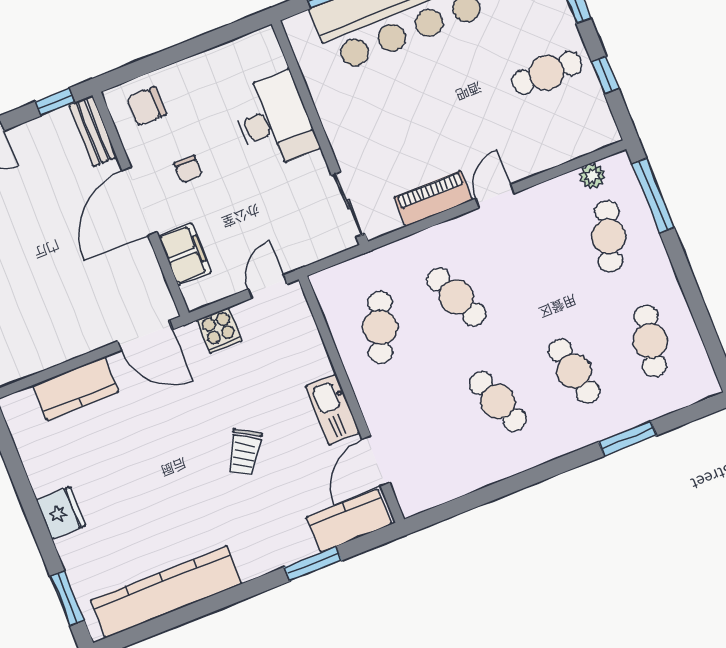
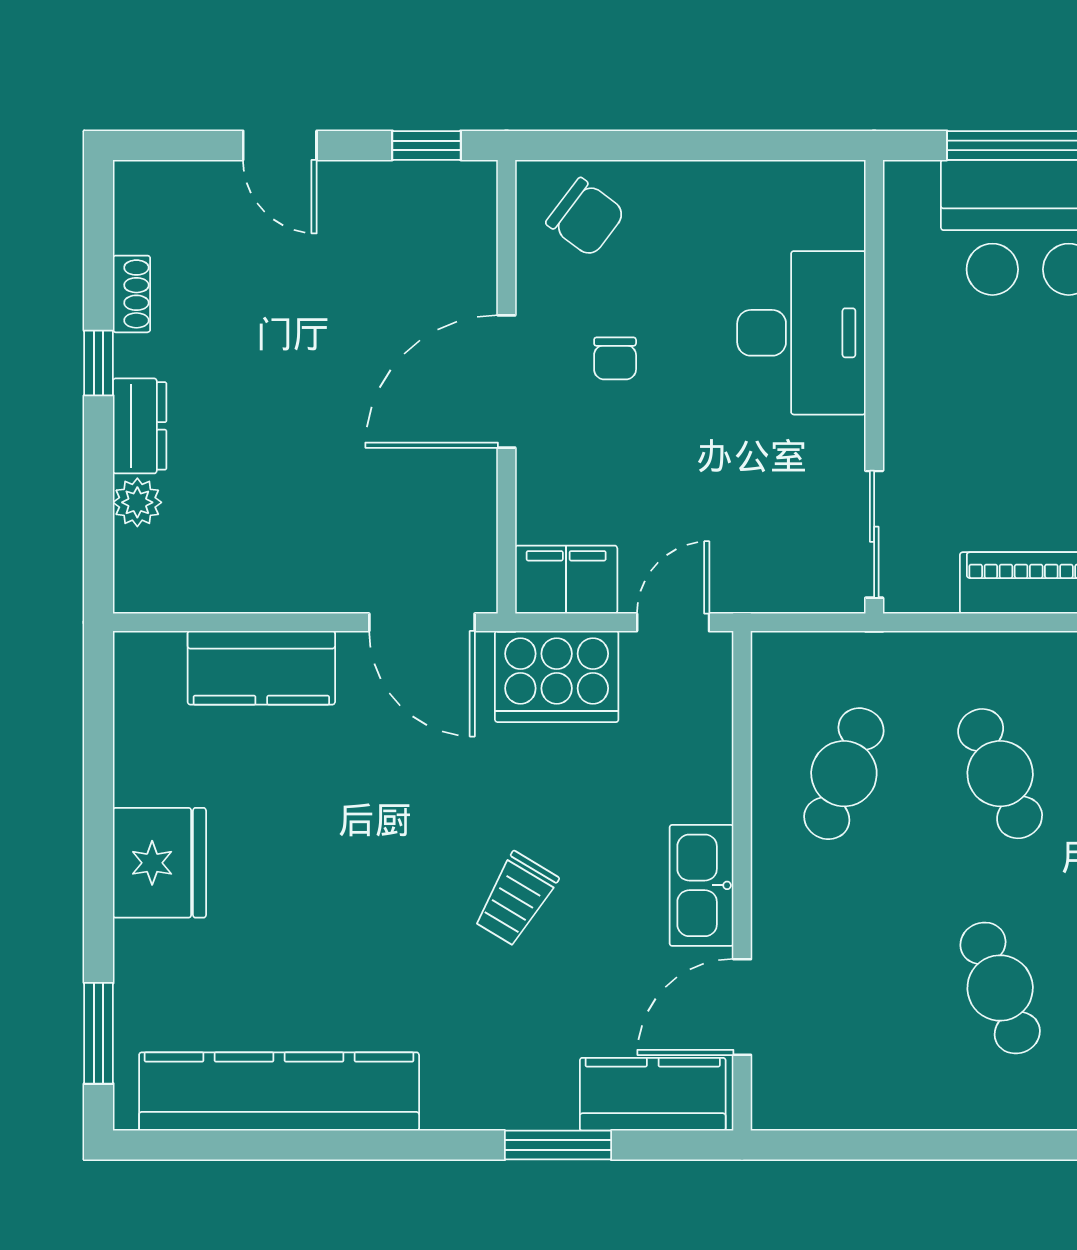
chair: (146, 106) -> (586, 217), turned -143
bench: (93, 131) -> (474, 223), removed
filing cabinet: (185, 254) -> (566, 580), moved, turned -90
cooker: (219, 330) -> (557, 676), width x1.87, depth x1.31
fridge: (61, 513) -> (159, 863), width x1.36, depth x1.34

